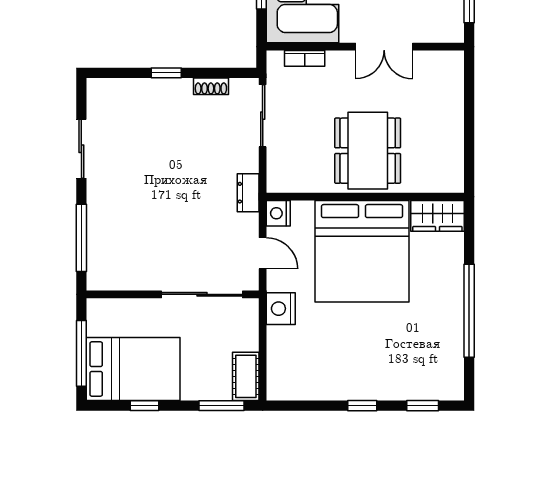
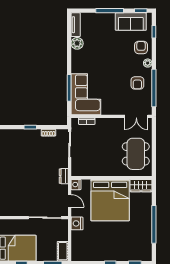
double door: (384, 47) -> (136, 116), moved
dining table: (368, 151) -> (136, 154), moved

